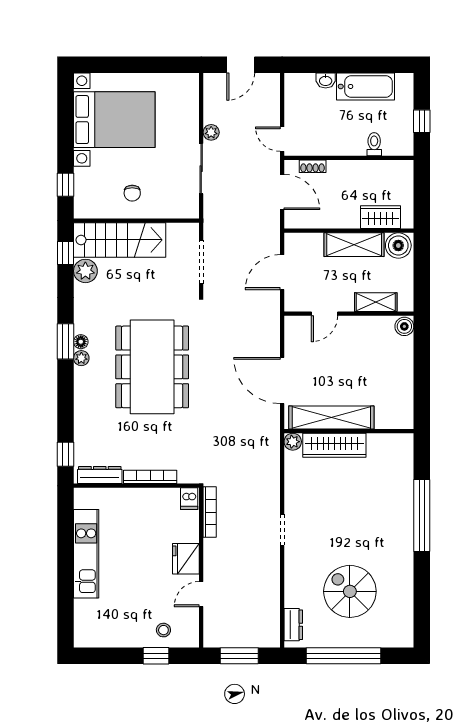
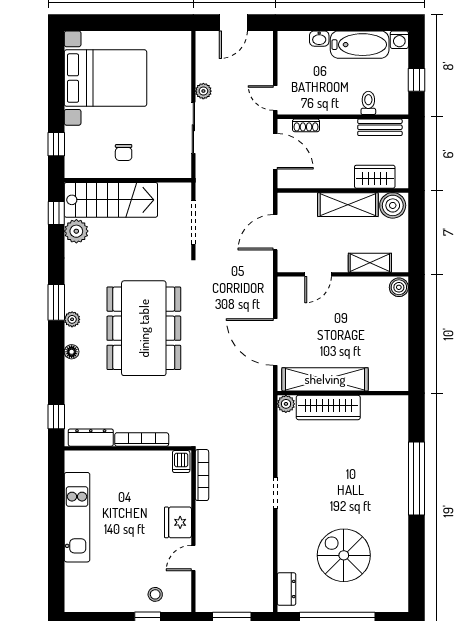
washing machine: (405, 82) -> (399, 40), added
bench: (386, 168) -> (380, 127), added
floor lamp: (81, 342) -> (72, 352), moved

